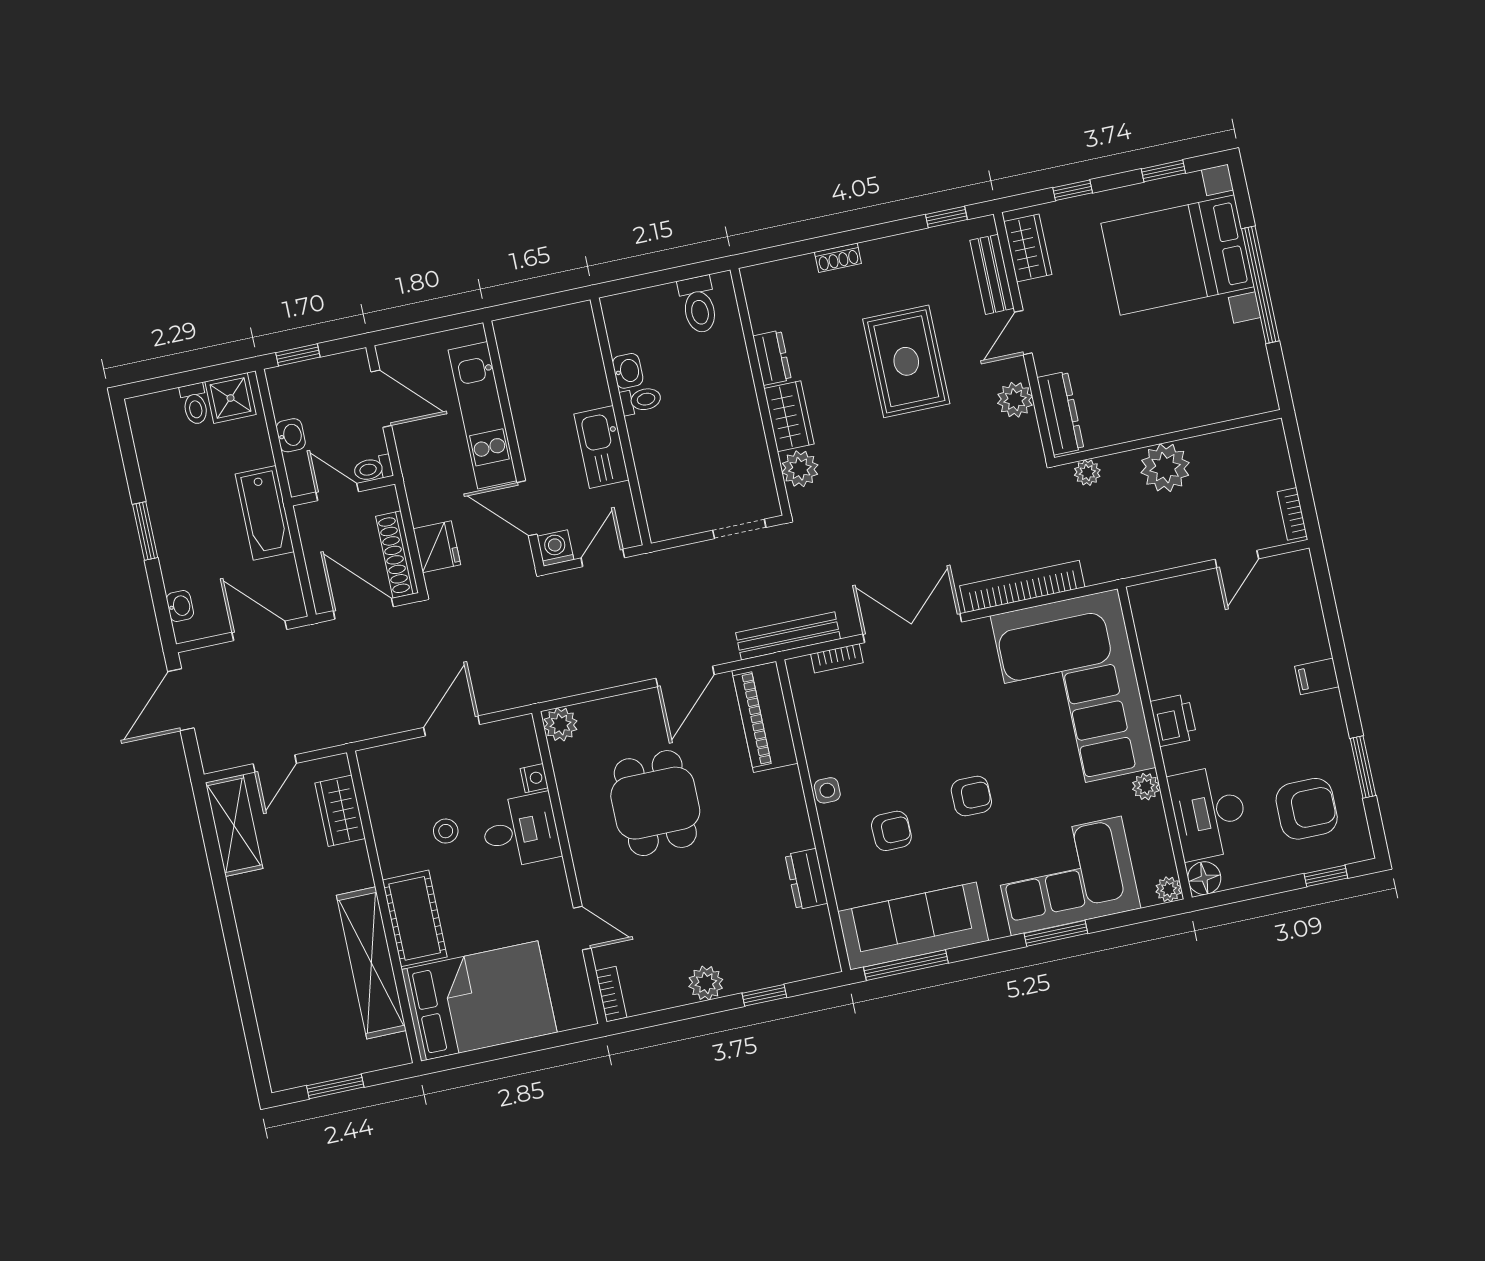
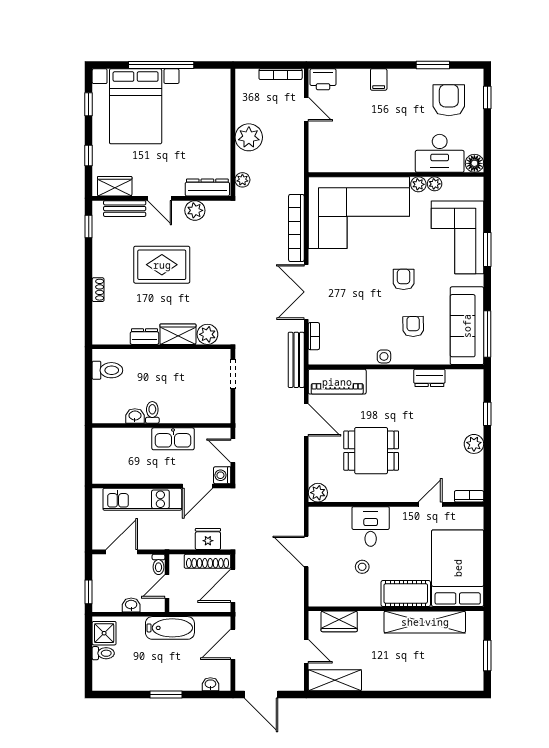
bookcase: (1292, 514) -> (281, 74), width x1.56
printer: (1174, 720) -> (323, 79), moved, turned 180
nightstand: (534, 778) -> (344, 513), removed
plant: (1168, 889) -> (435, 184), moved

